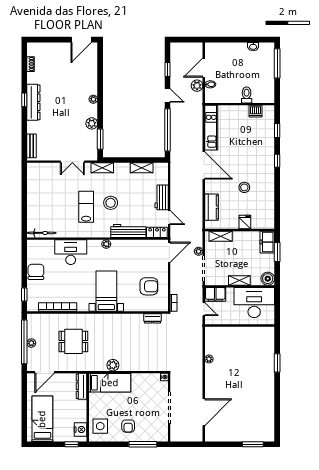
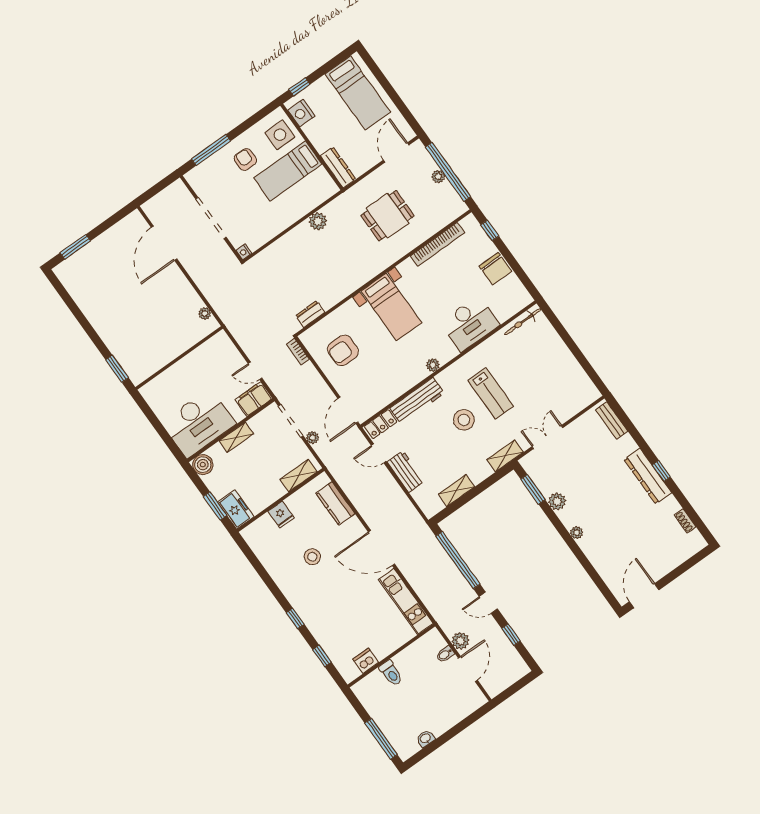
wall: (240, 325) -> (179, 358), moved
bed: (110, 383) -> (288, 171), moved

